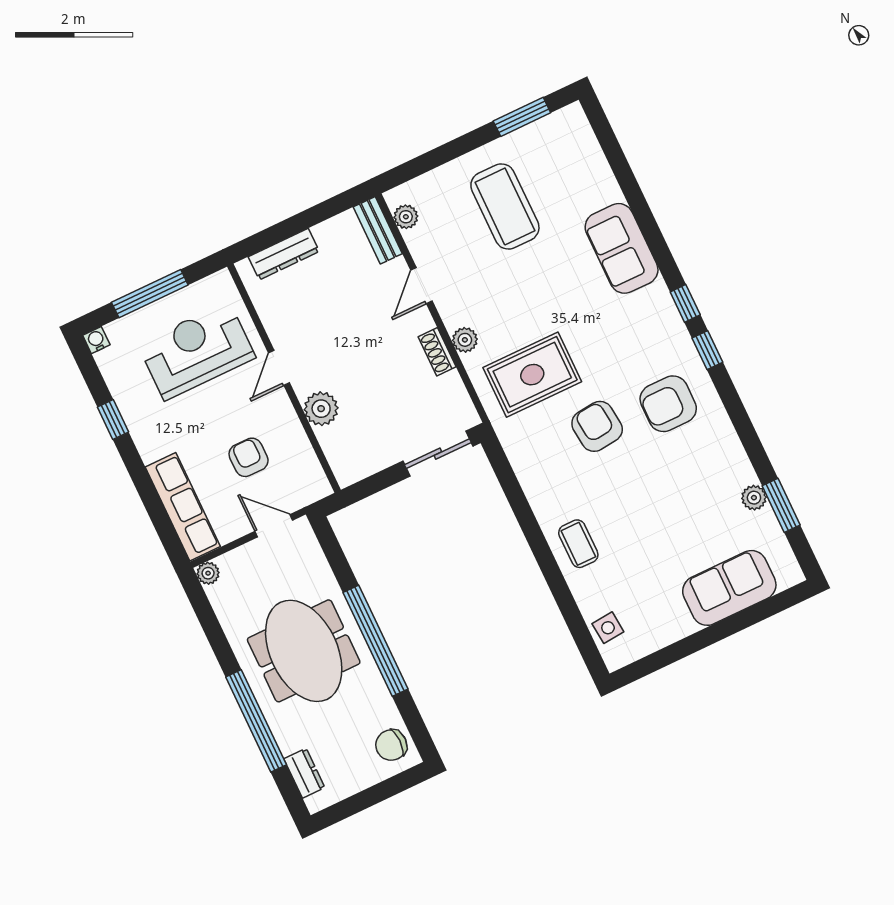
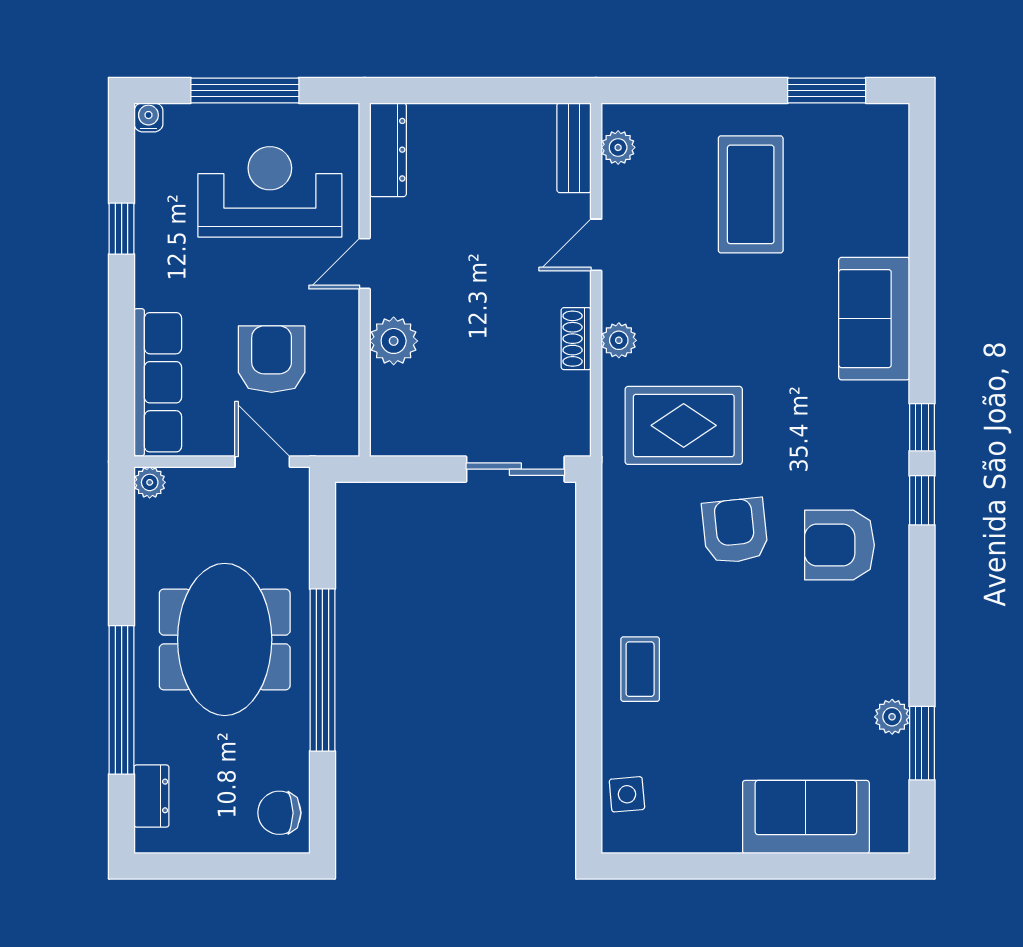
dresser: (284, 254) -> (388, 150), moved, turned -90
armchair: (249, 457) -> (272, 359), width x1.38, depth x1.38

